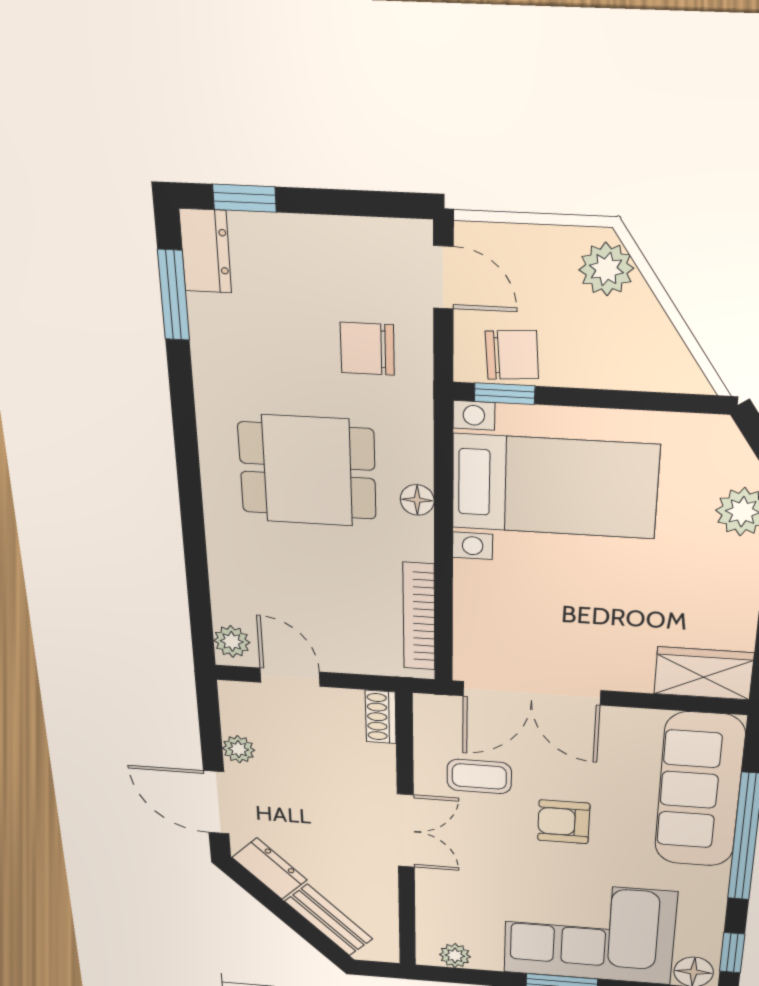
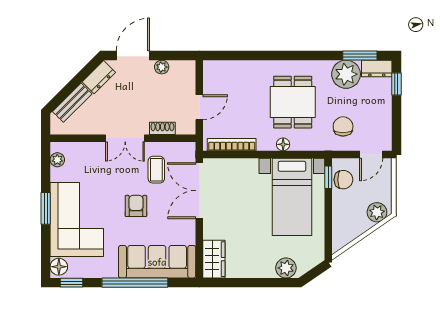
chair: (512, 355) -> (343, 180), turned -86
plant: (232, 641) -> (346, 74), moved, width x1.88, depth x1.88
door: (290, 677) -> (199, 107), moved
shoe rack: (381, 717) -> (162, 128), moved

